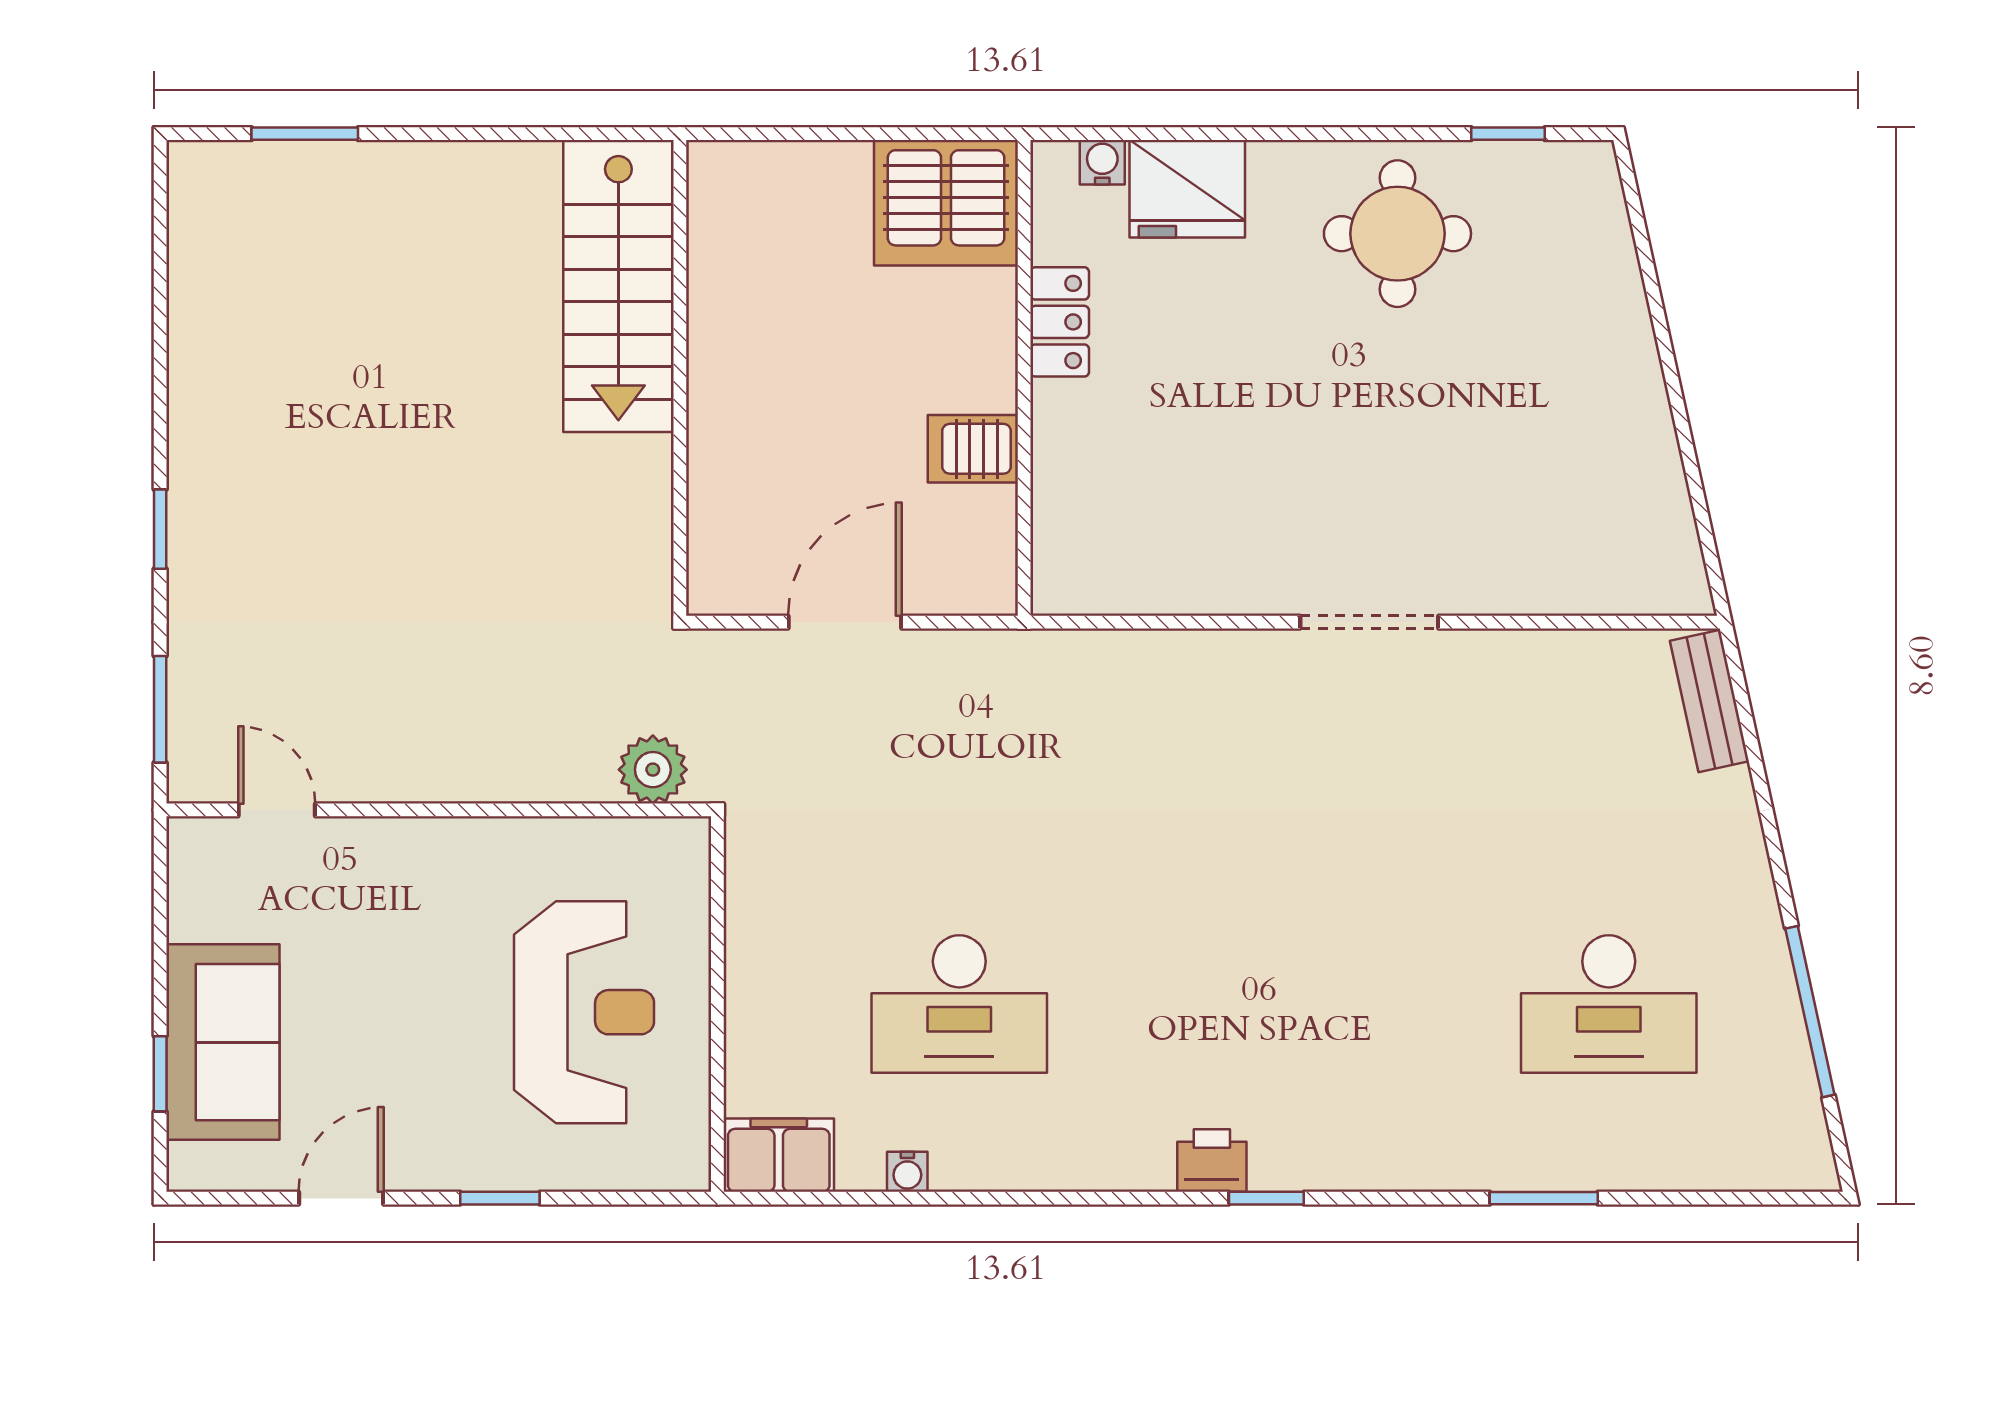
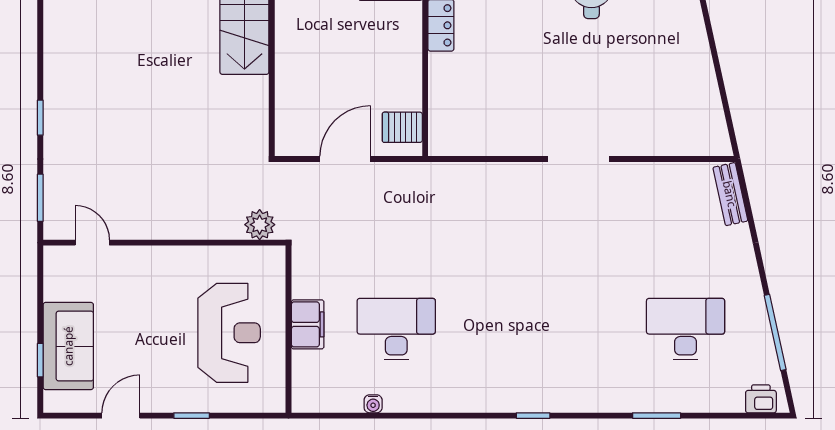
server rack: (973, 449) -> (402, 127), moved
desk: (959, 1004) -> (396, 329), turned 180
desk: (1609, 1004) -> (686, 329), turned 180
filing cabinet: (779, 1155) -> (308, 324), moved, turned 90
printer: (1212, 1161) -> (761, 399), moved

